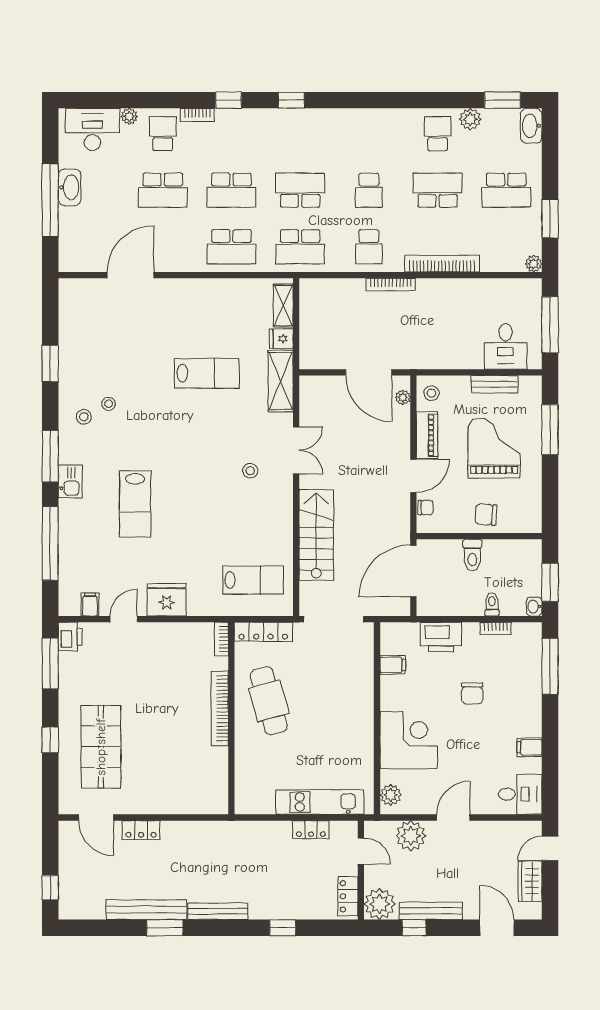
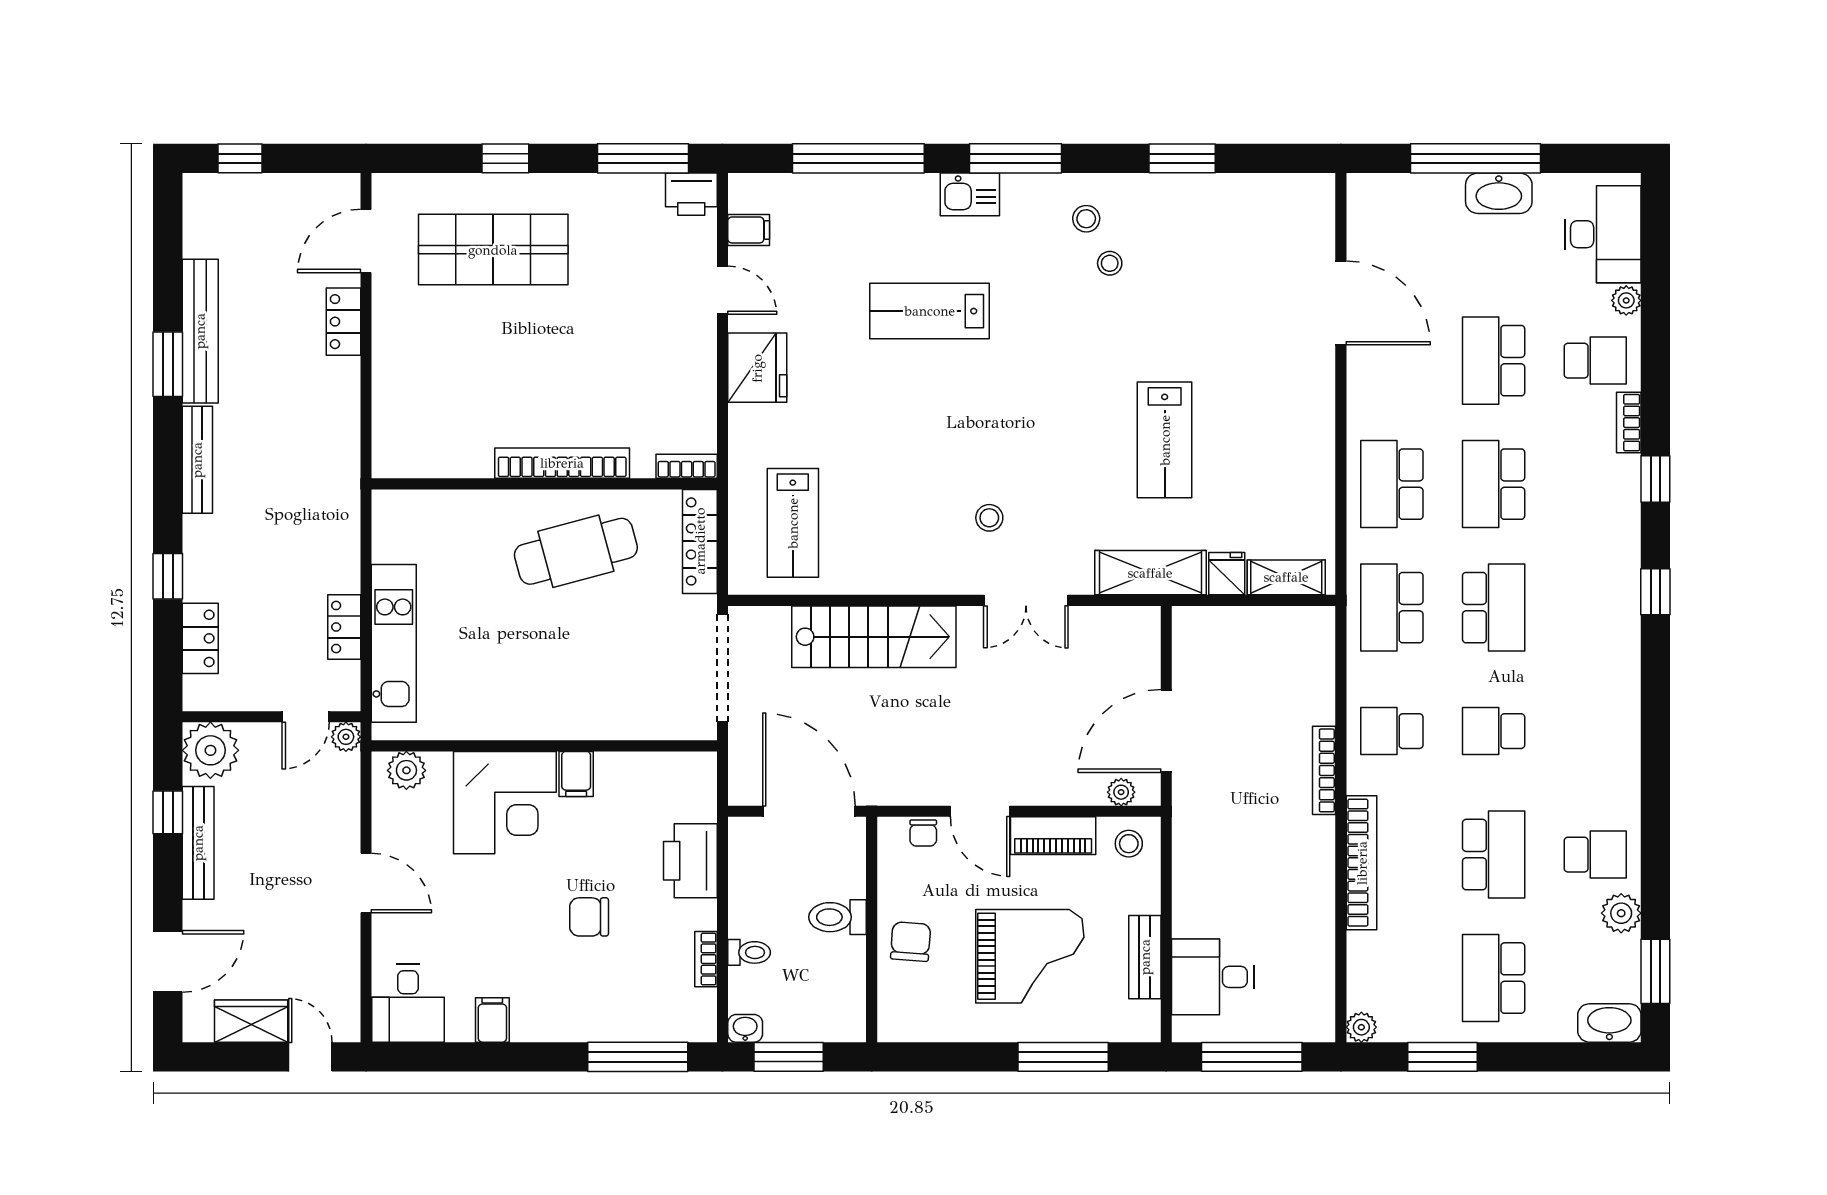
filing cabinet: (393, 665) -> (576, 774), moved
plant: (411, 836) -> (346, 737), moved, width x0.53, depth x0.53
locker: (348, 896) -> (200, 638), moved, turned 90

